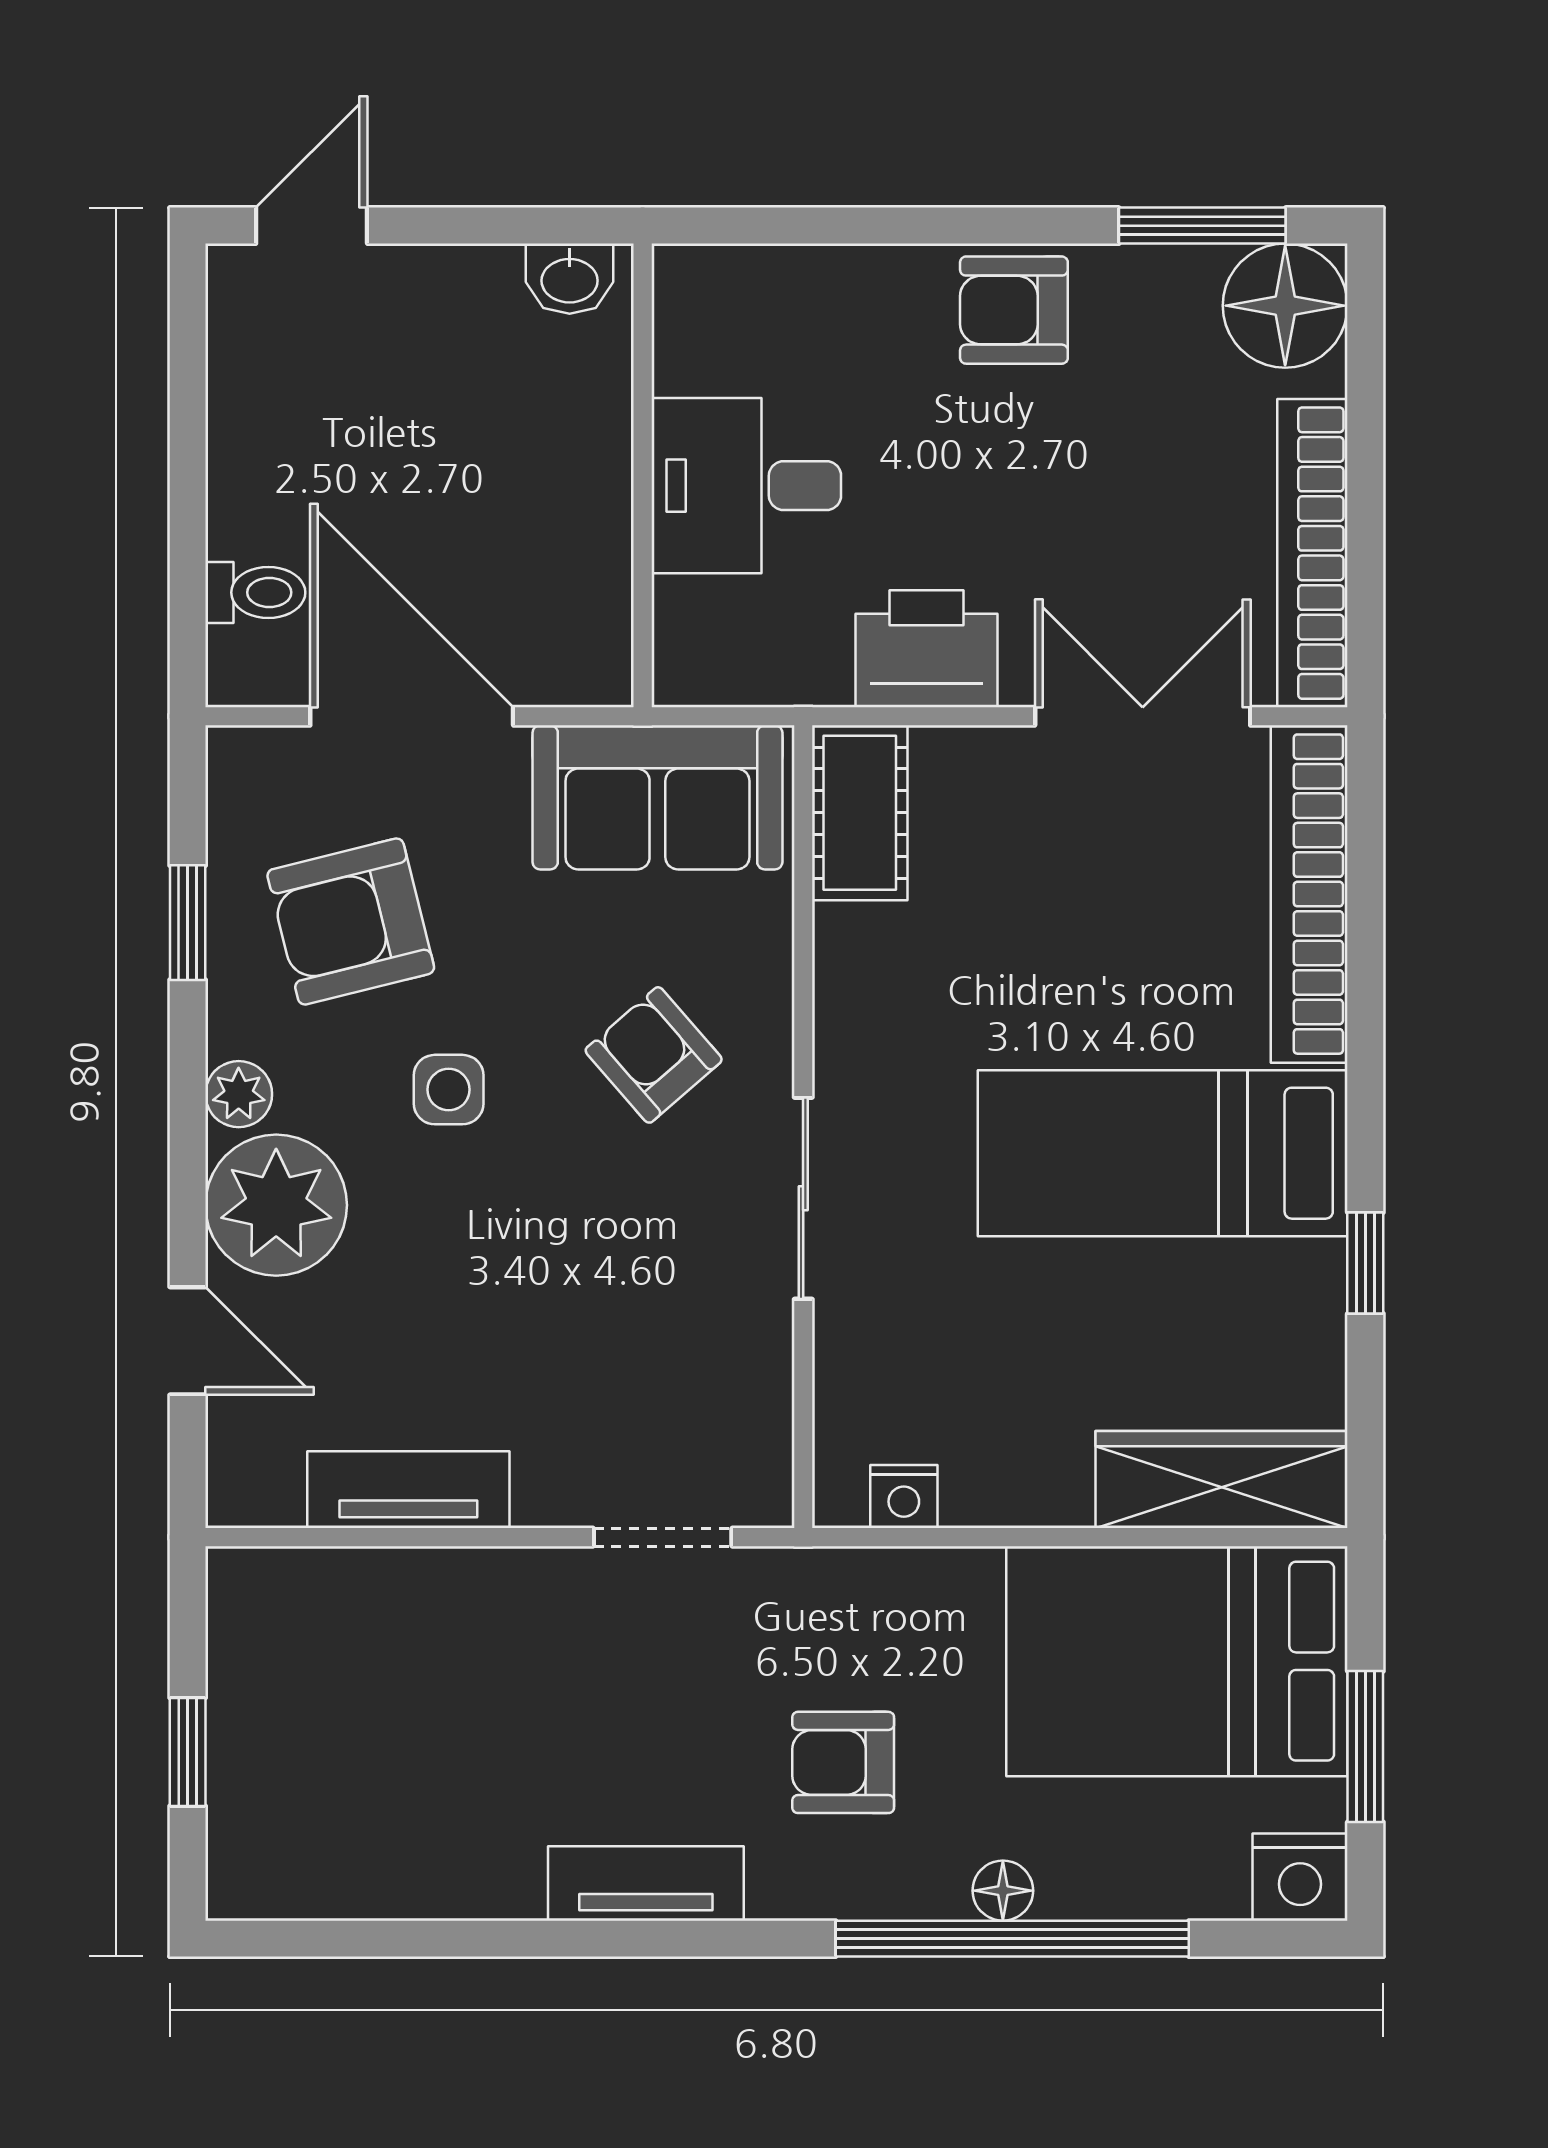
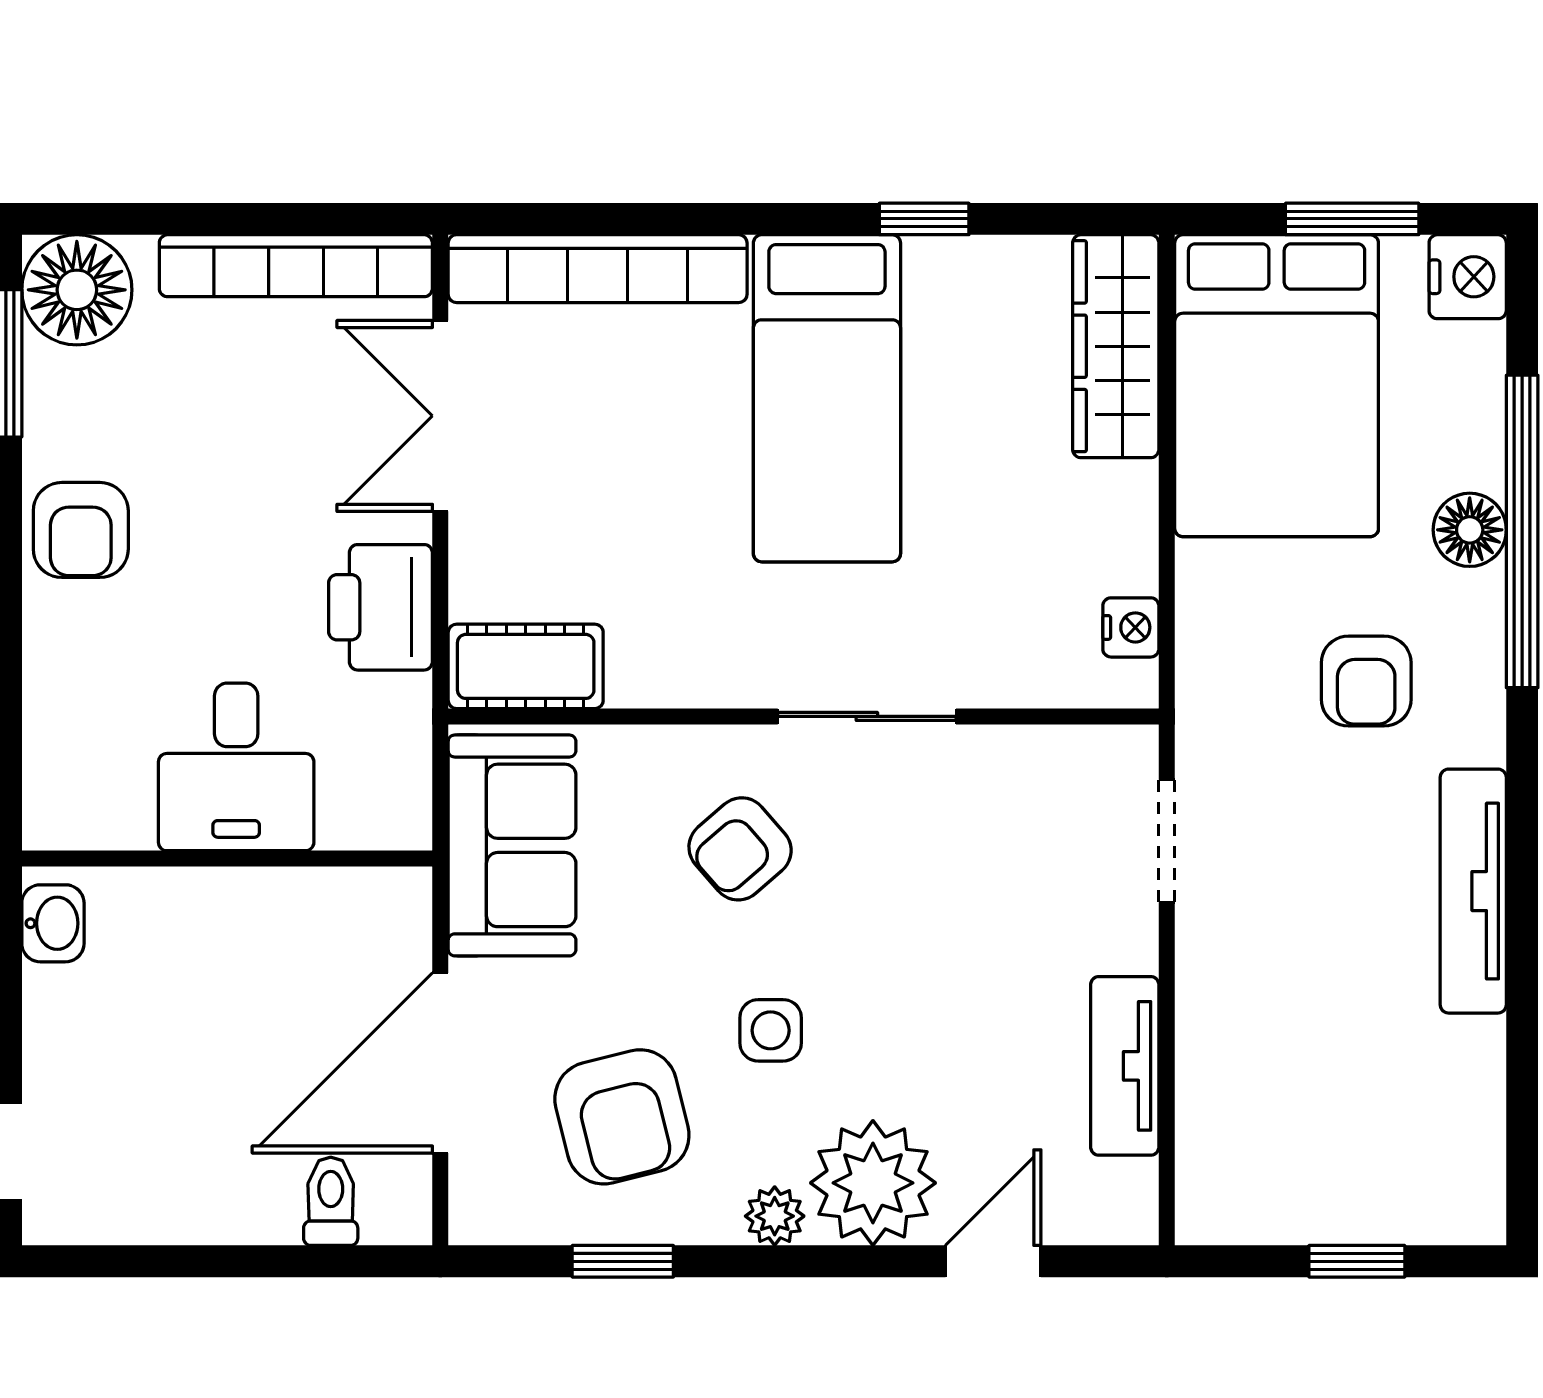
tv unit: (646, 1883) -> (1473, 891), width x1.41
floor lamp: (1003, 1891) -> (1470, 530), width x1.37, depth x1.37

